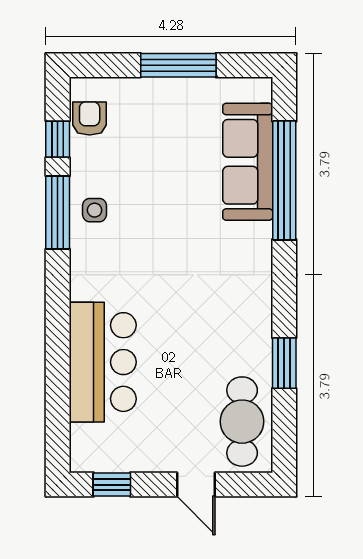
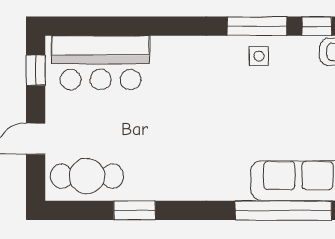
bar counter: (103, 362) -> (101, 63), moved

